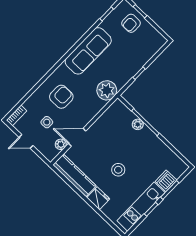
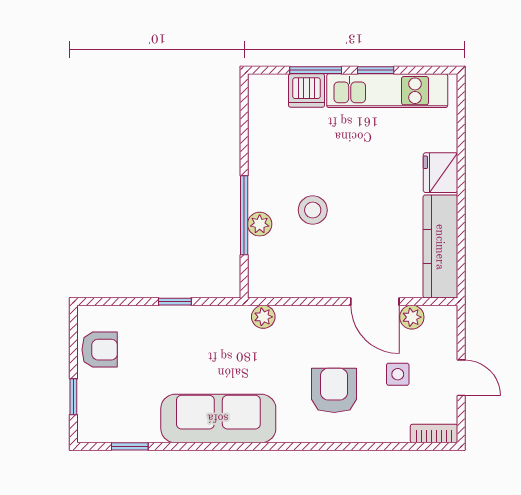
armchair: (131, 23) -> (100, 350), moved
plant: (107, 90) -> (263, 317), width x0.53, depth x0.53
armchair: (61, 97) -> (334, 390), turned 90
stool: (118, 170) -> (313, 210), moved

